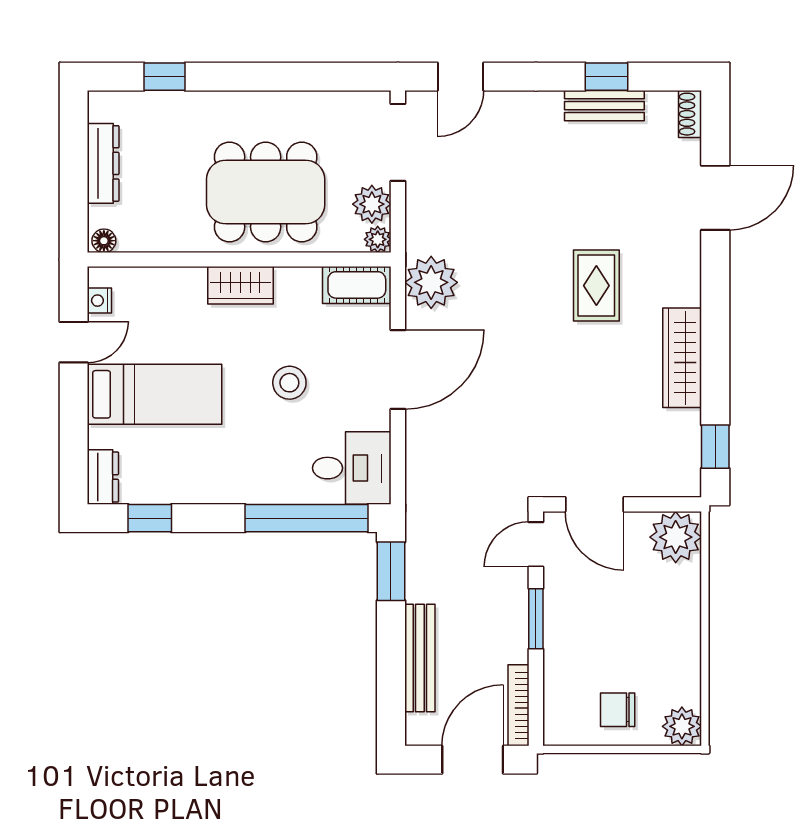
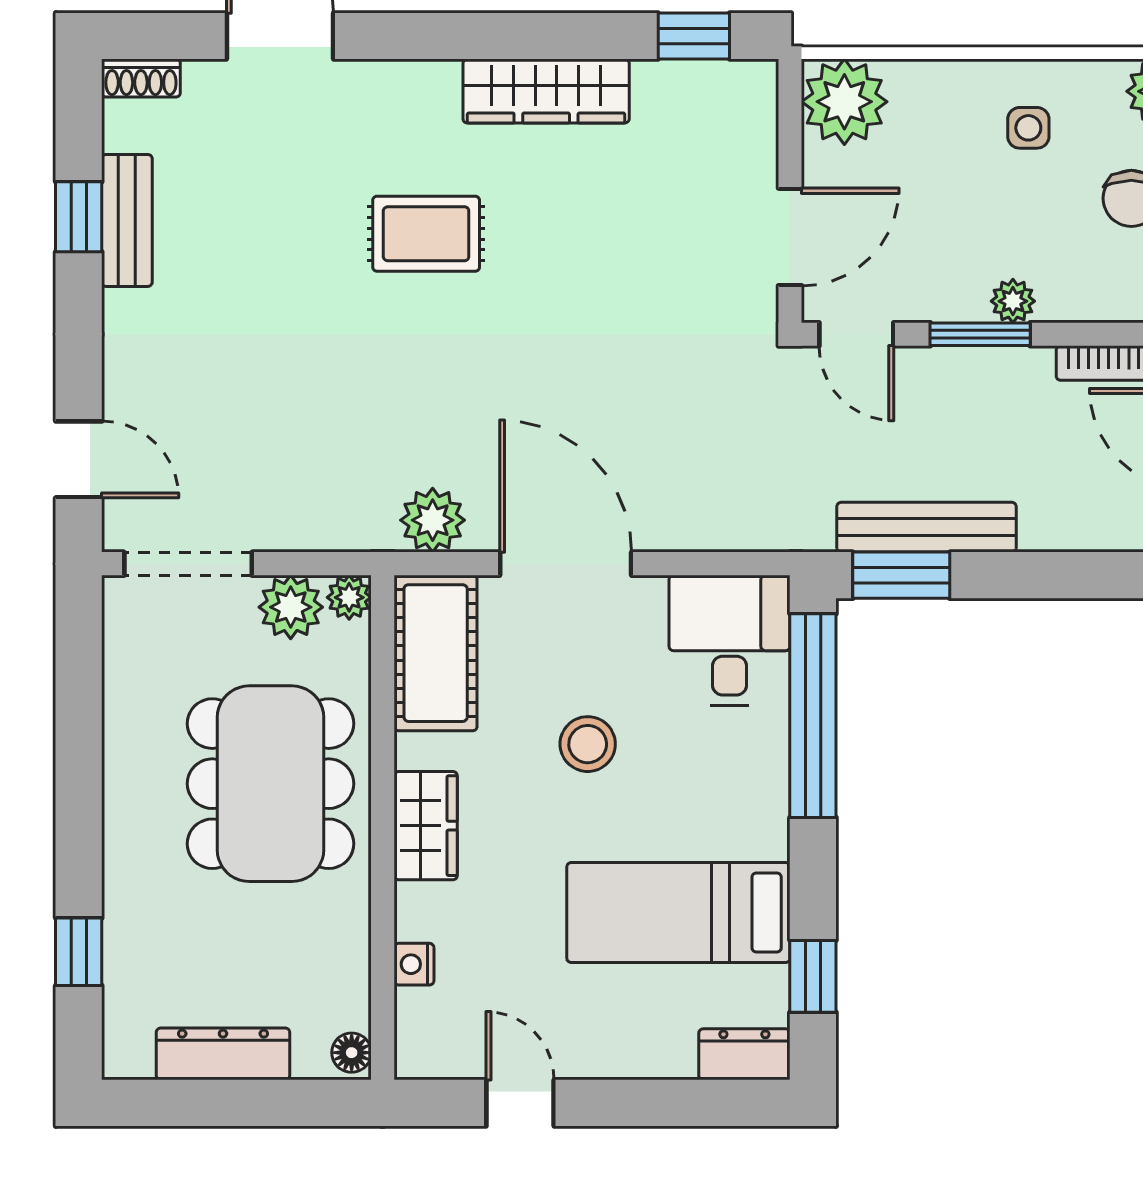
plant: (431, 282) -> (433, 520), width x0.73, depth x0.73
cot: (357, 285) -> (436, 653), width x1.37, depth x1.34
nightstand: (99, 301) -> (414, 964), moved, turned 90
bed: (154, 394) -> (678, 913), moved, turned -90
plant: (556, 638) -> (1013, 301), added
side table: (660, 648) -> (1028, 128), added
bench: (420, 658) -> (927, 527), moved

